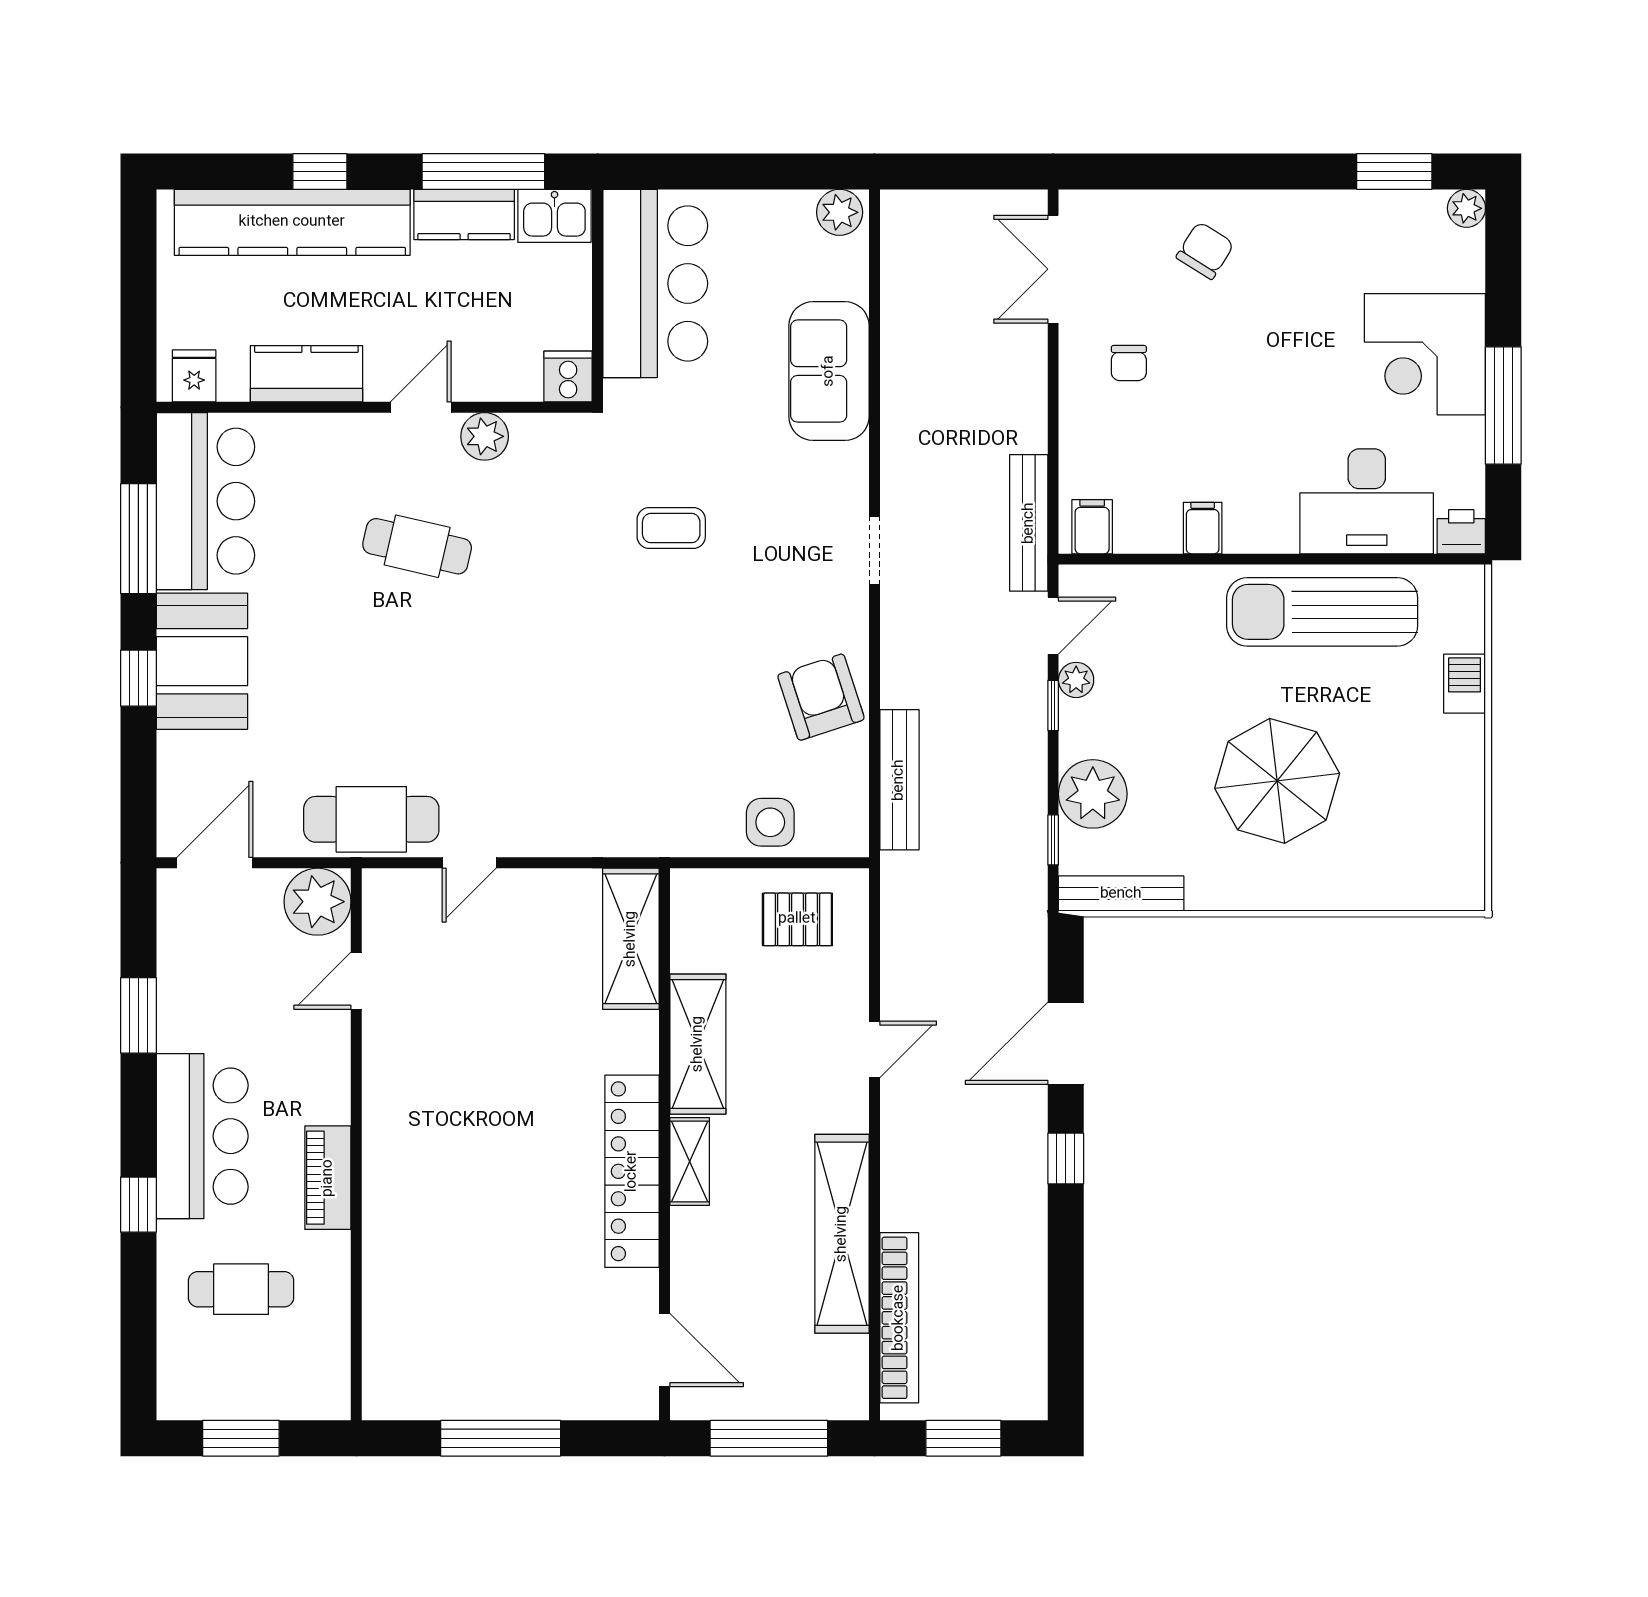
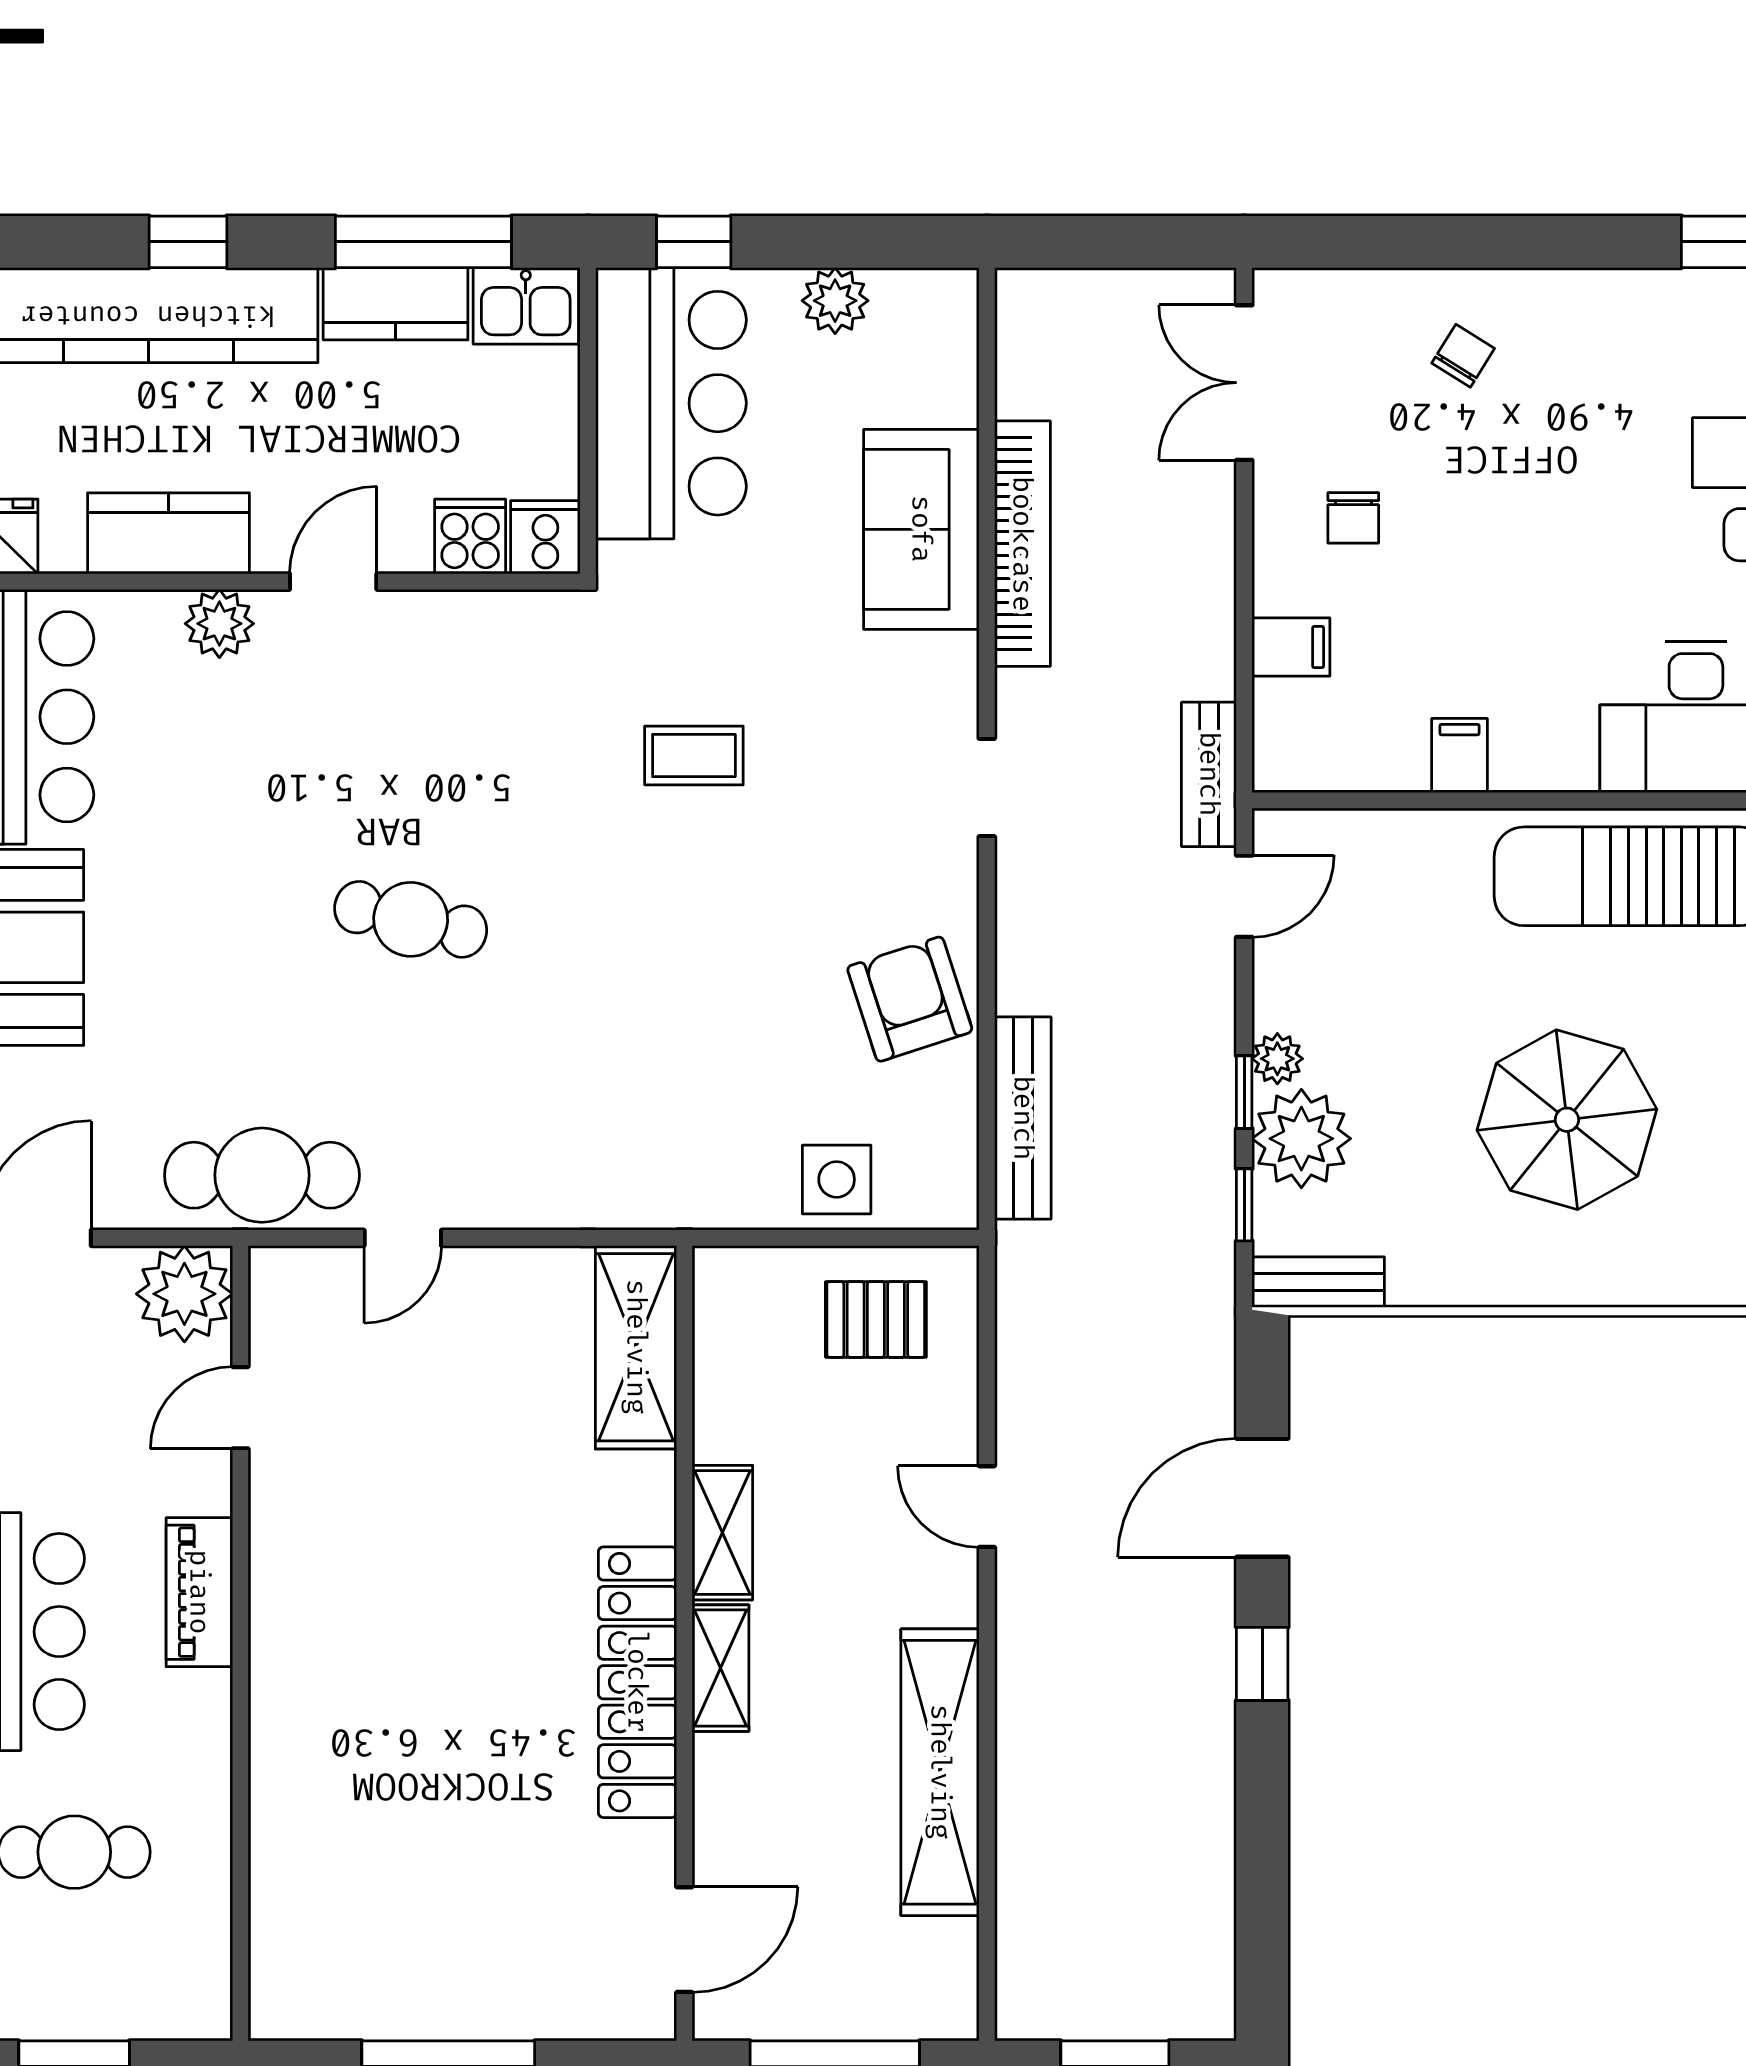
window: (671, 171) -> (694, 242), added
plant: (840, 212) -> (835, 301), moved
chair: (1205, 251) -> (1463, 356), width x0.73, depth x0.73
cooker: (516, 376) -> (470, 536), added
plant: (485, 436) -> (219, 624), moved
bench: (1029, 523) -> (1209, 774), width x0.73
filing cabinet: (1092, 527) -> (1291, 647), moved, turned 90
cafe table: (417, 546) -> (411, 919), moved
plant: (1076, 680) -> (1277, 1059), moved
window: (1053, 705) -> (1244, 1092), moved
bench: (1121, 894) -> (1318, 1282), width x0.73
shelving: (698, 1044) -> (722, 1533), width x0.67, depth x0.75
door: (874, 1049) -> (987, 1507), swing flipped
piano: (328, 1178) -> (199, 1592), moved
bookcase: (899, 1318) -> (1022, 544), moved
door: (665, 1350) -> (684, 1940), hinge flipped

